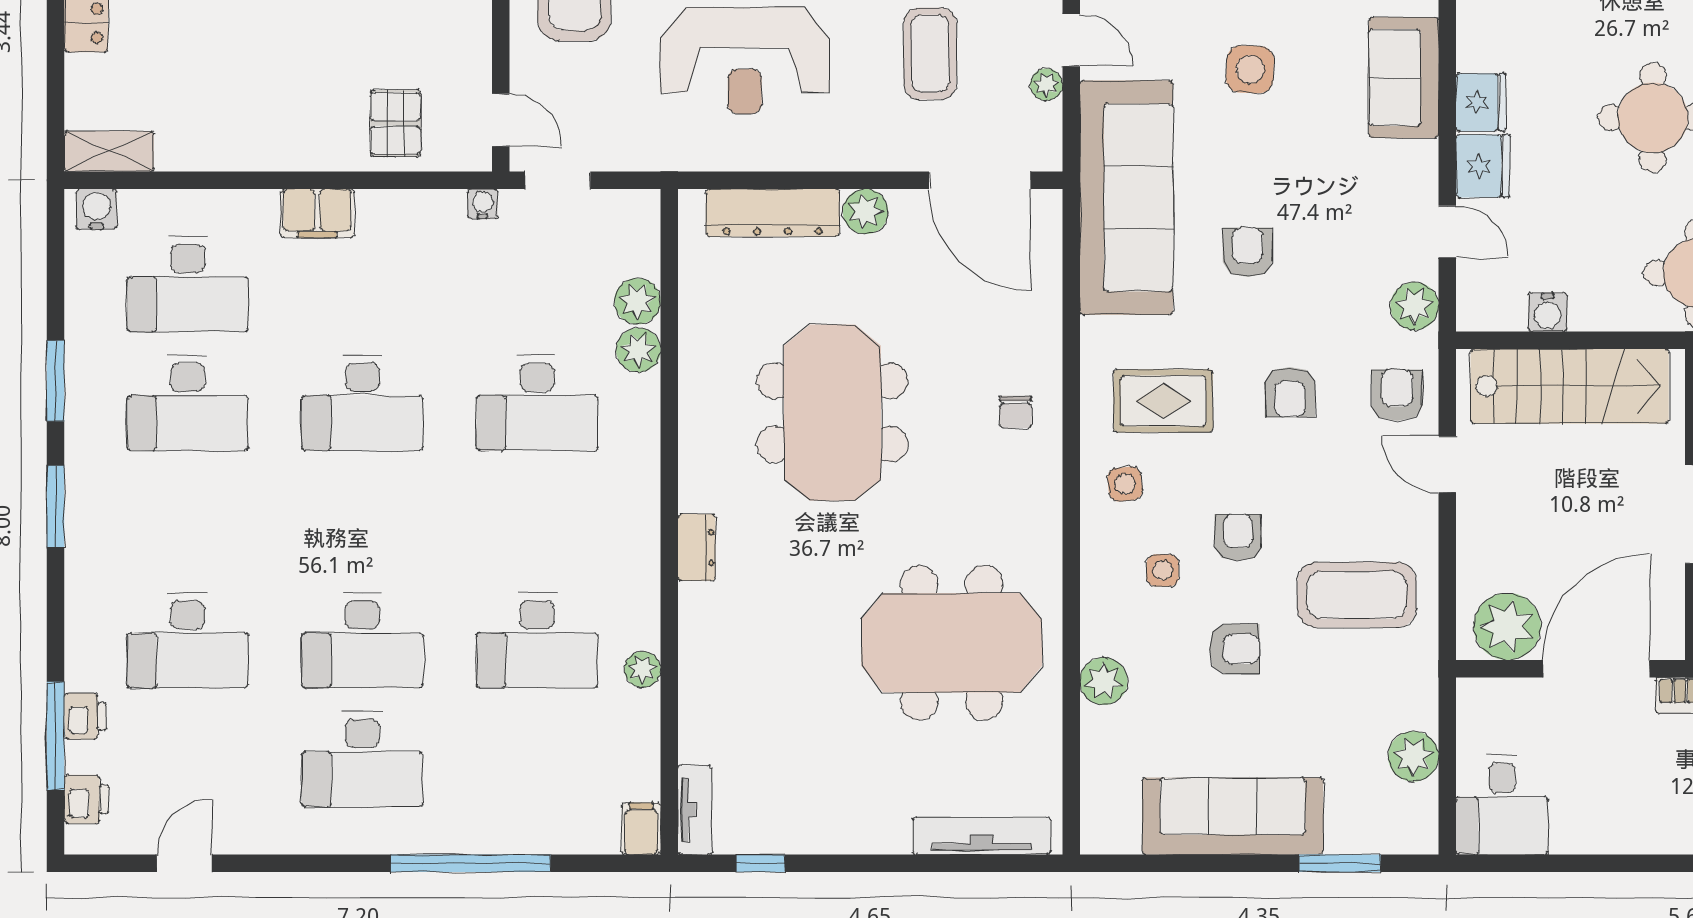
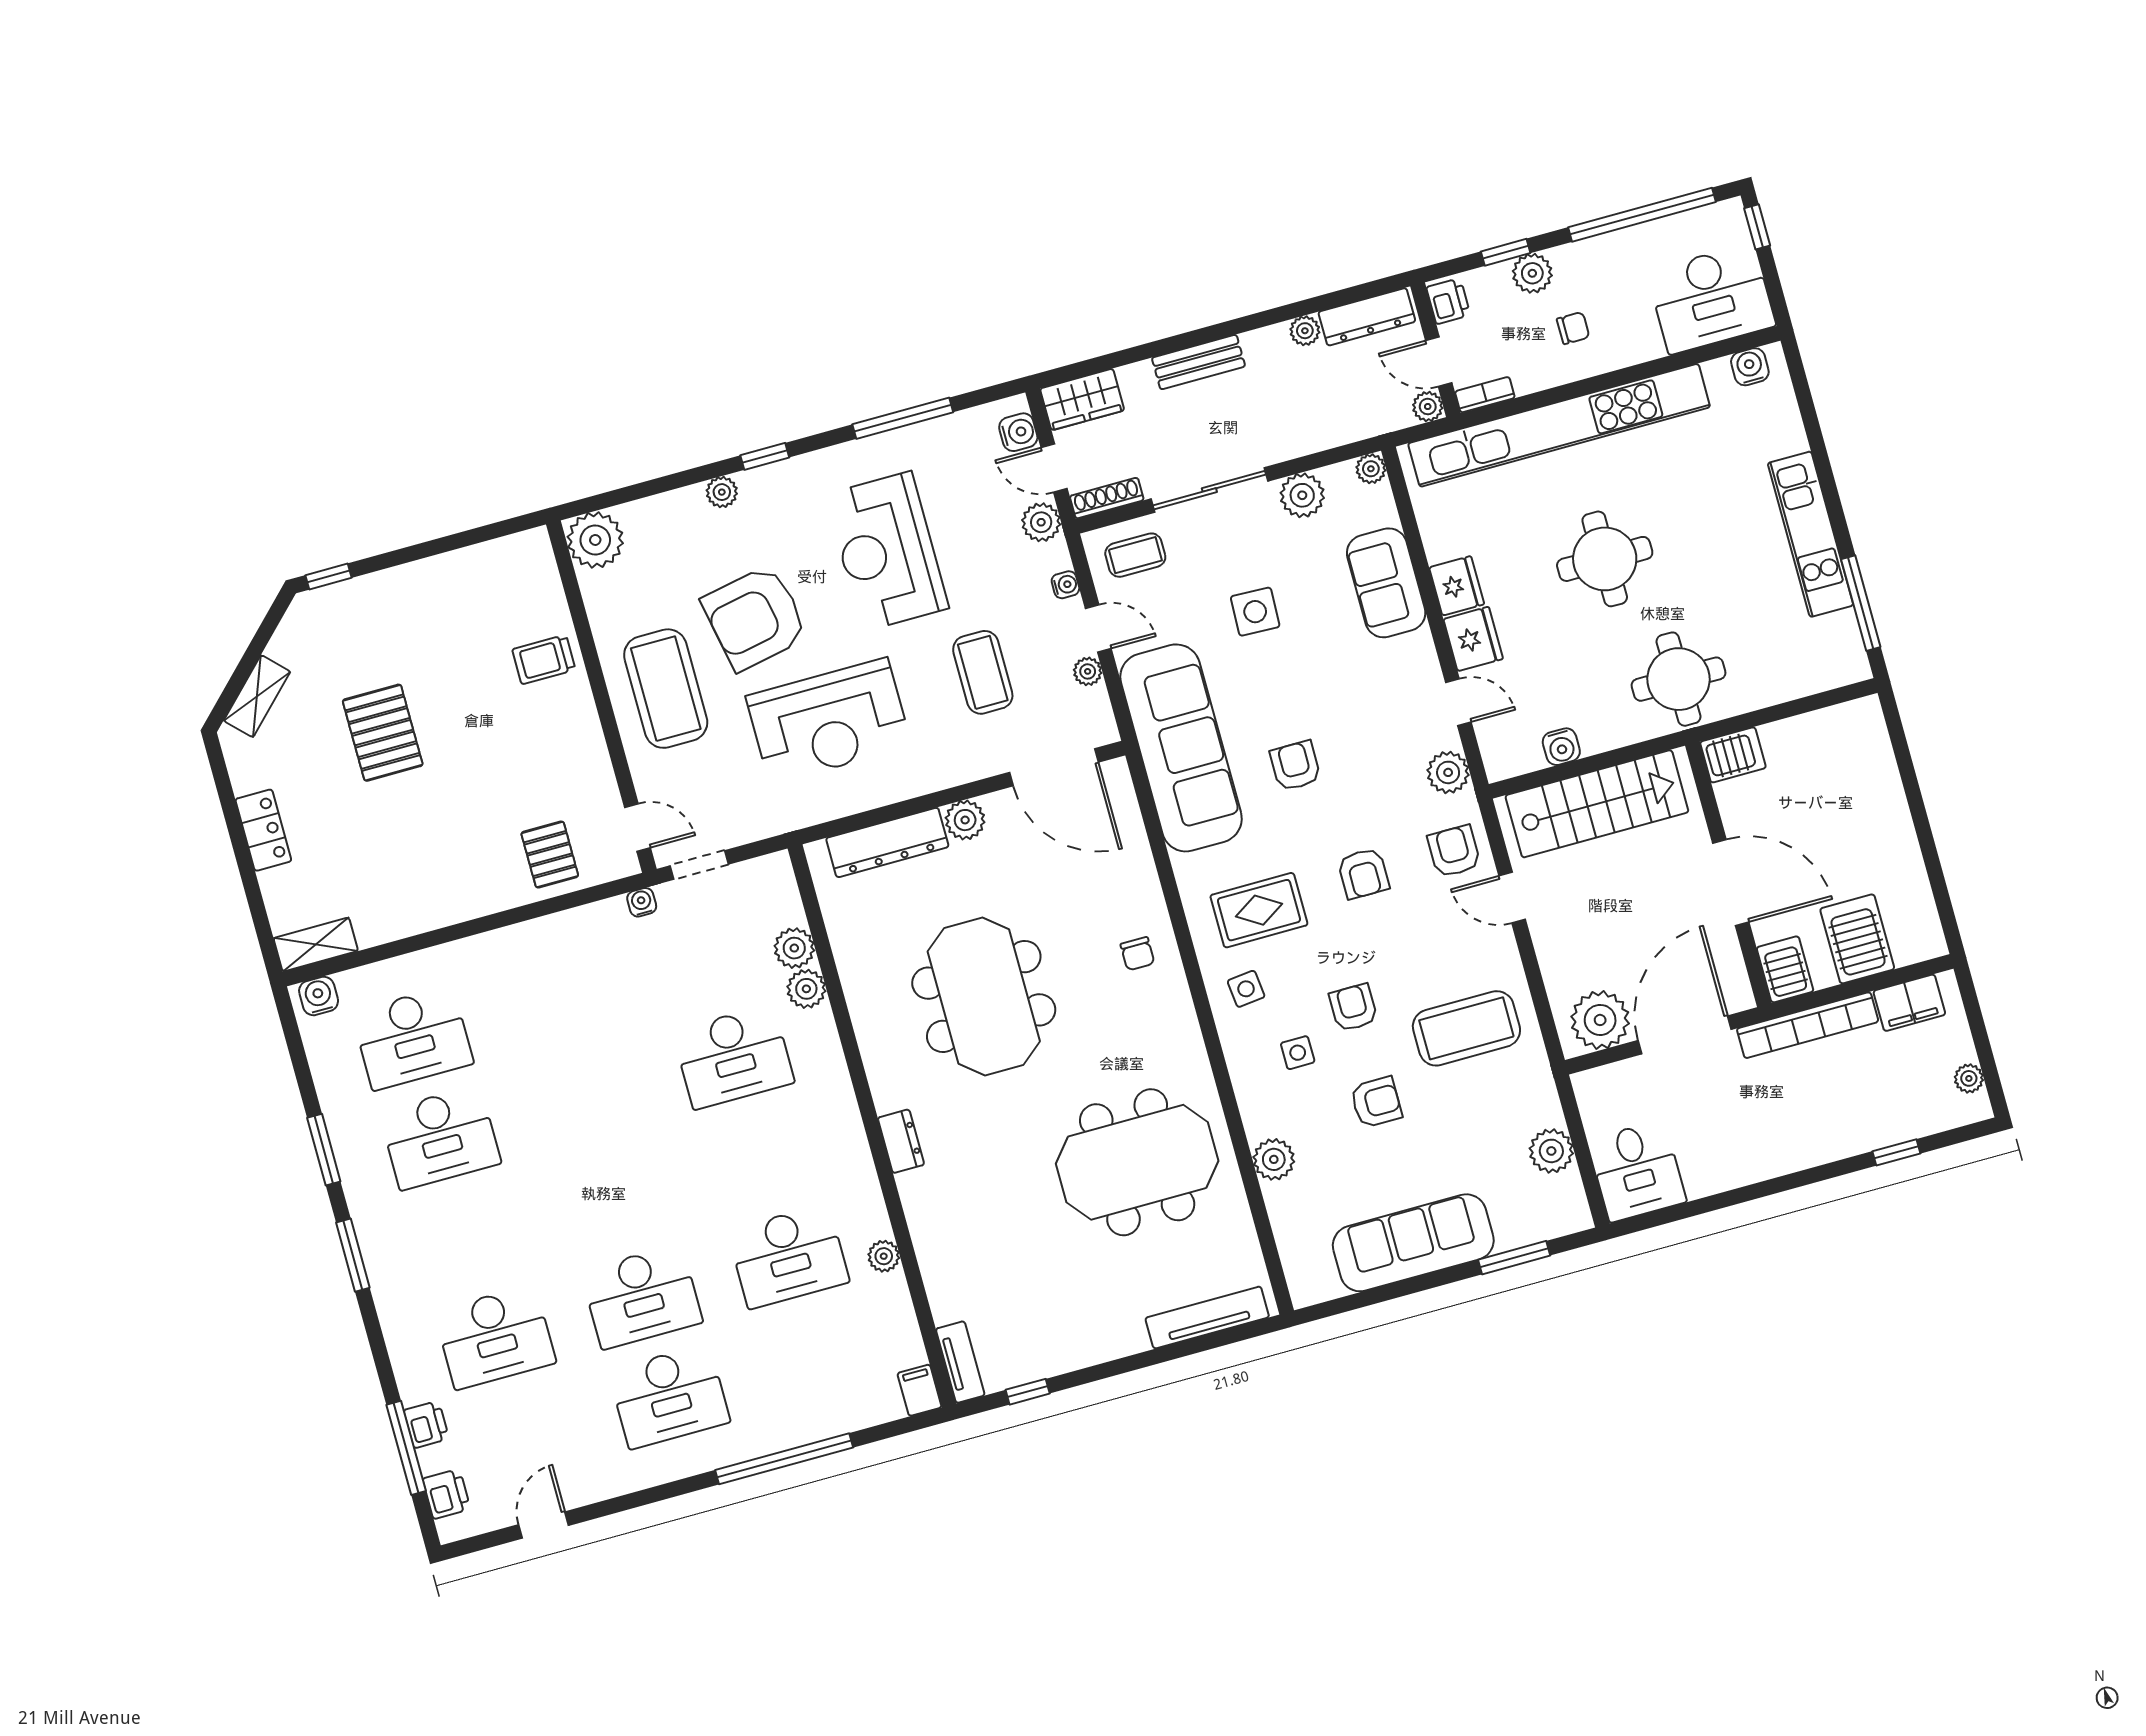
filing cabinet: (317, 213) -> (505, 948), removed
desk: (362, 403) -> (587, 1097), removed

